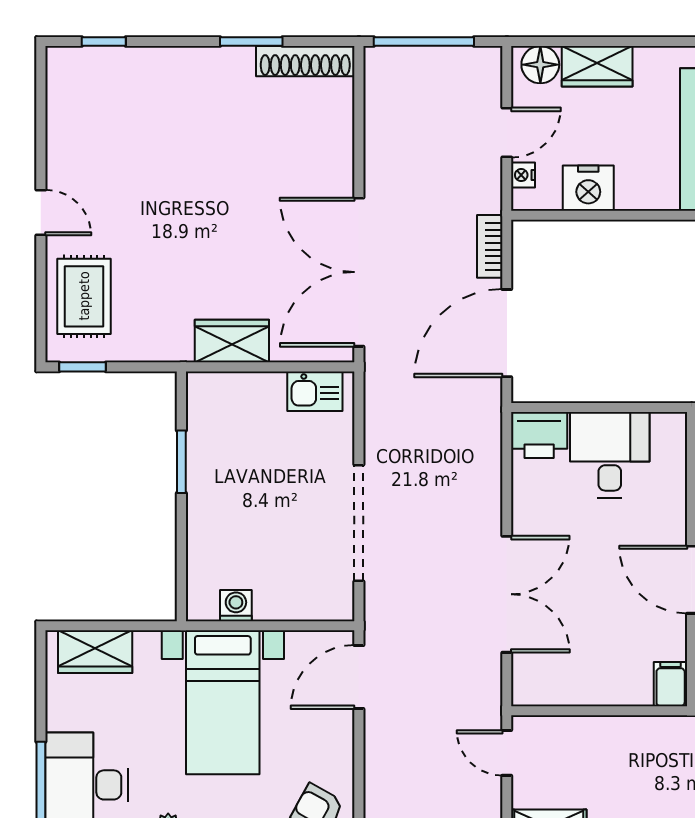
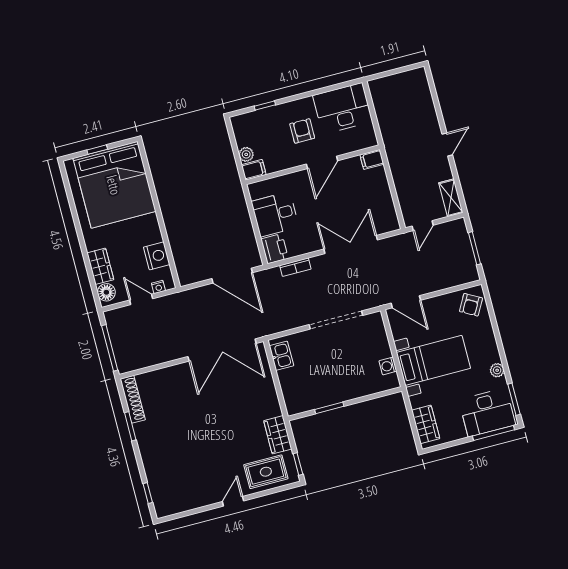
bookcase: (490, 246) -> (295, 267), moved
wardrobe: (232, 341) -> (278, 435), moved

